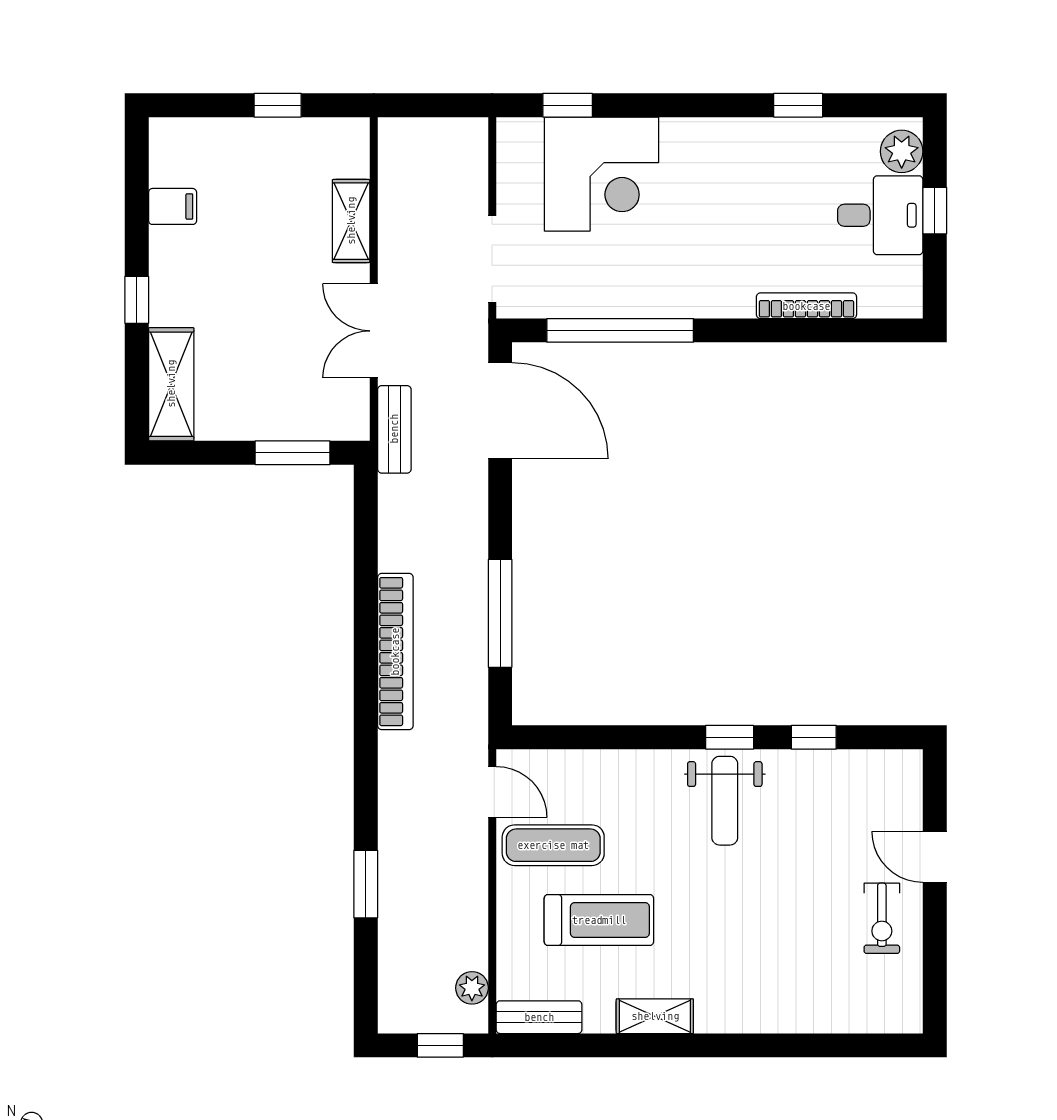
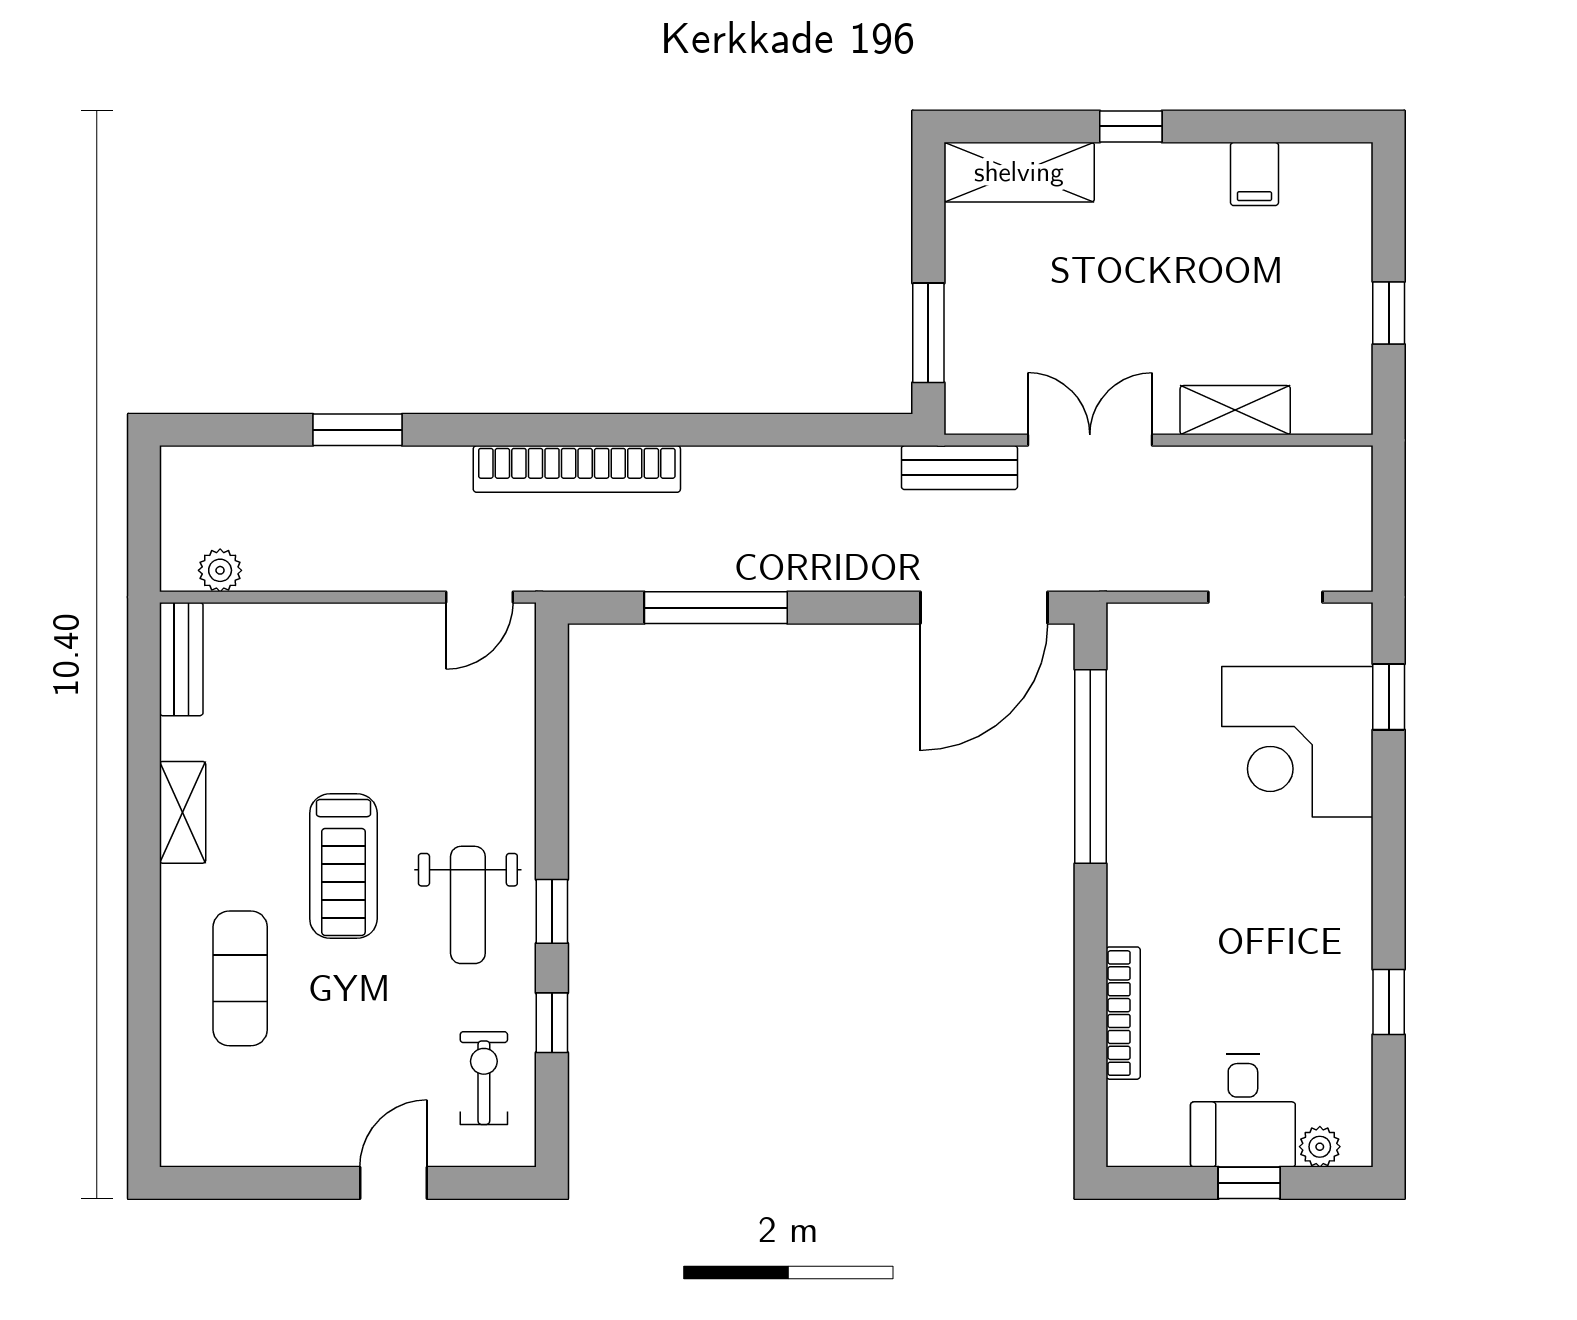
plant: (902, 151) -> (1320, 1147), width x0.73, depth x0.73
doorway: (492, 259) -> (1265, 597), moved
bookcase: (395, 652) -> (577, 469), moved
weight bench: (725, 801) -> (468, 905), turned -90
exercise mat: (553, 845) -> (240, 978), moved
exercise bike: (882, 918) -> (484, 1078), moved, turned 90
treadmill: (599, 920) -> (343, 866), moved
window: (440, 1045) -> (144, 528), removed

